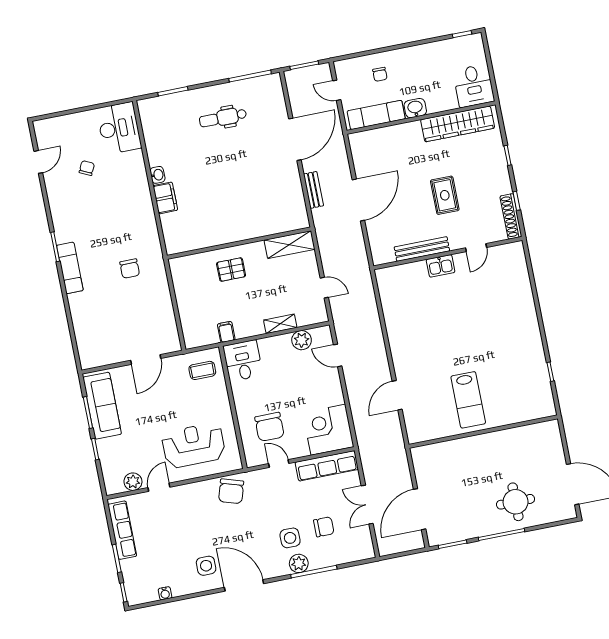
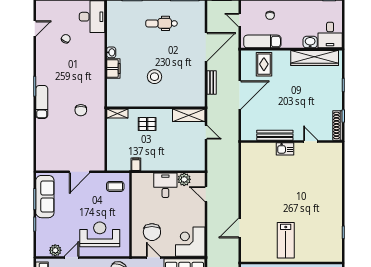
washbasin: (415, 108) -> (310, 42), moved
rug: (445, 195) -> (264, 64), moved
stool: (228, 198) -> (154, 77), added
door: (476, 248) -> (311, 141), swing flipped
door: (324, 288) -> (206, 132), moved
shelving: (280, 324) -> (117, 114), moved
desk: (243, 361) -> (165, 185), moved

